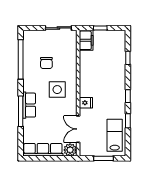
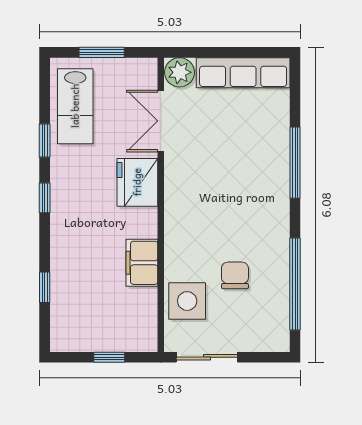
filing cabinet: (86, 40) -> (142, 263), moved
side table: (57, 90) -> (187, 301), moved
fridge: (86, 103) -> (137, 182), width x1.88, depth x1.34
row of seats: (29, 105) -> (275, 177), removed
double door: (78, 129) -> (161, 121), swing flipped

